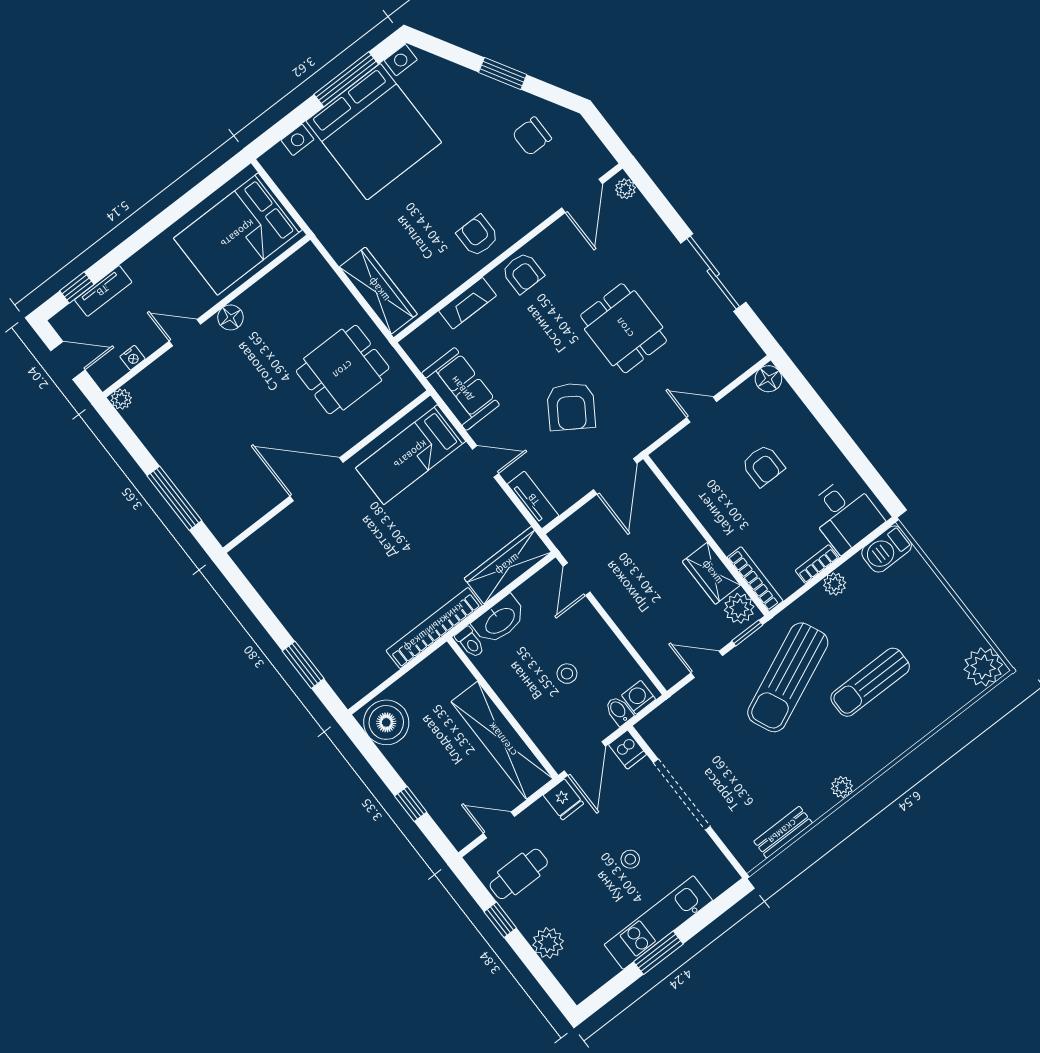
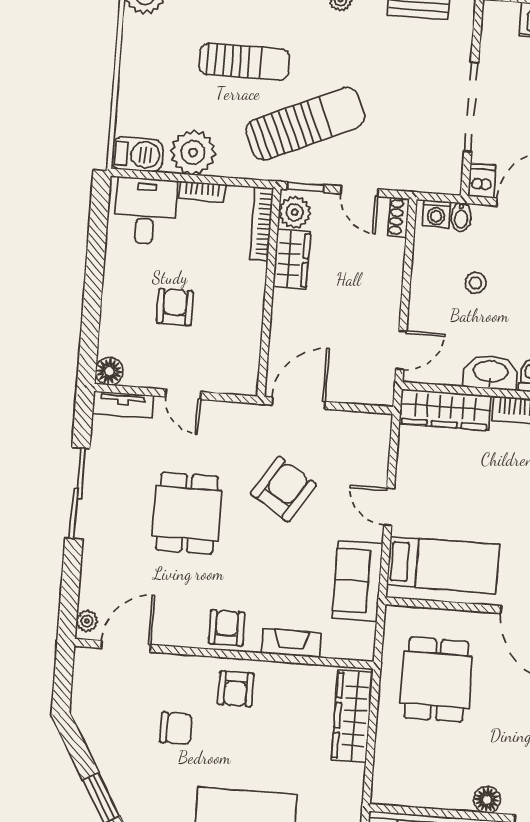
chair: (532, 136) -> (176, 728), moved
dining table: (343, 370) -> (436, 680), turned 90
tv unit: (533, 500) -> (123, 405), moved, turned -90
plant: (835, 584) -> (193, 152), width x1.88, depth x1.88
shoe rack: (663, 671) -> (399, 217), added

